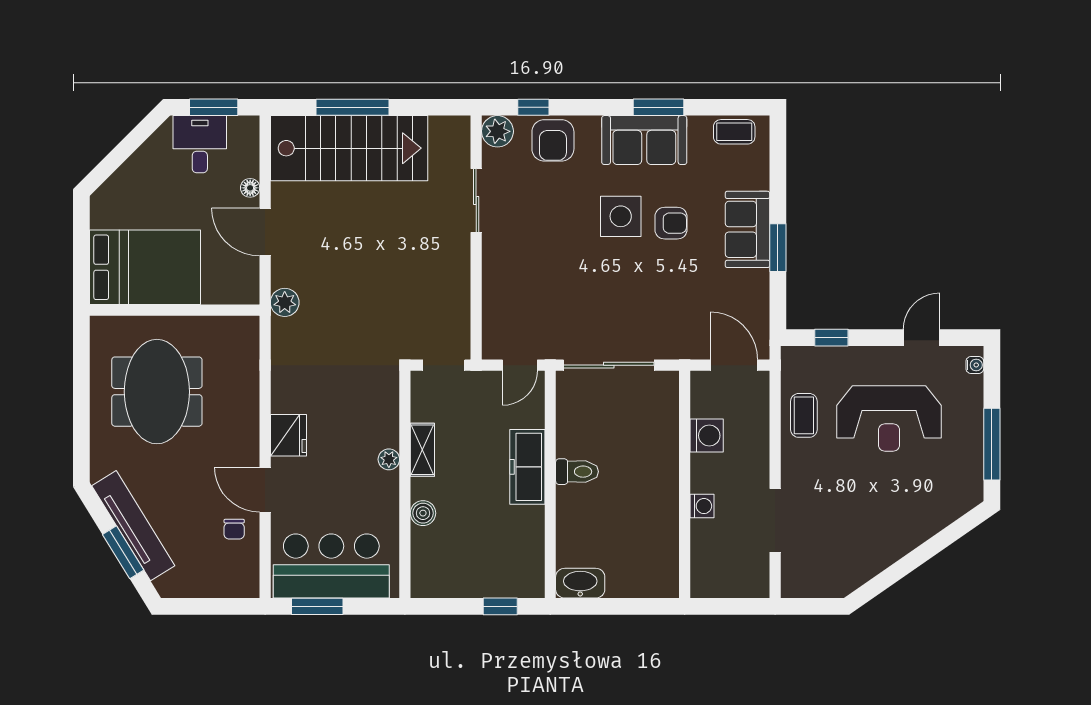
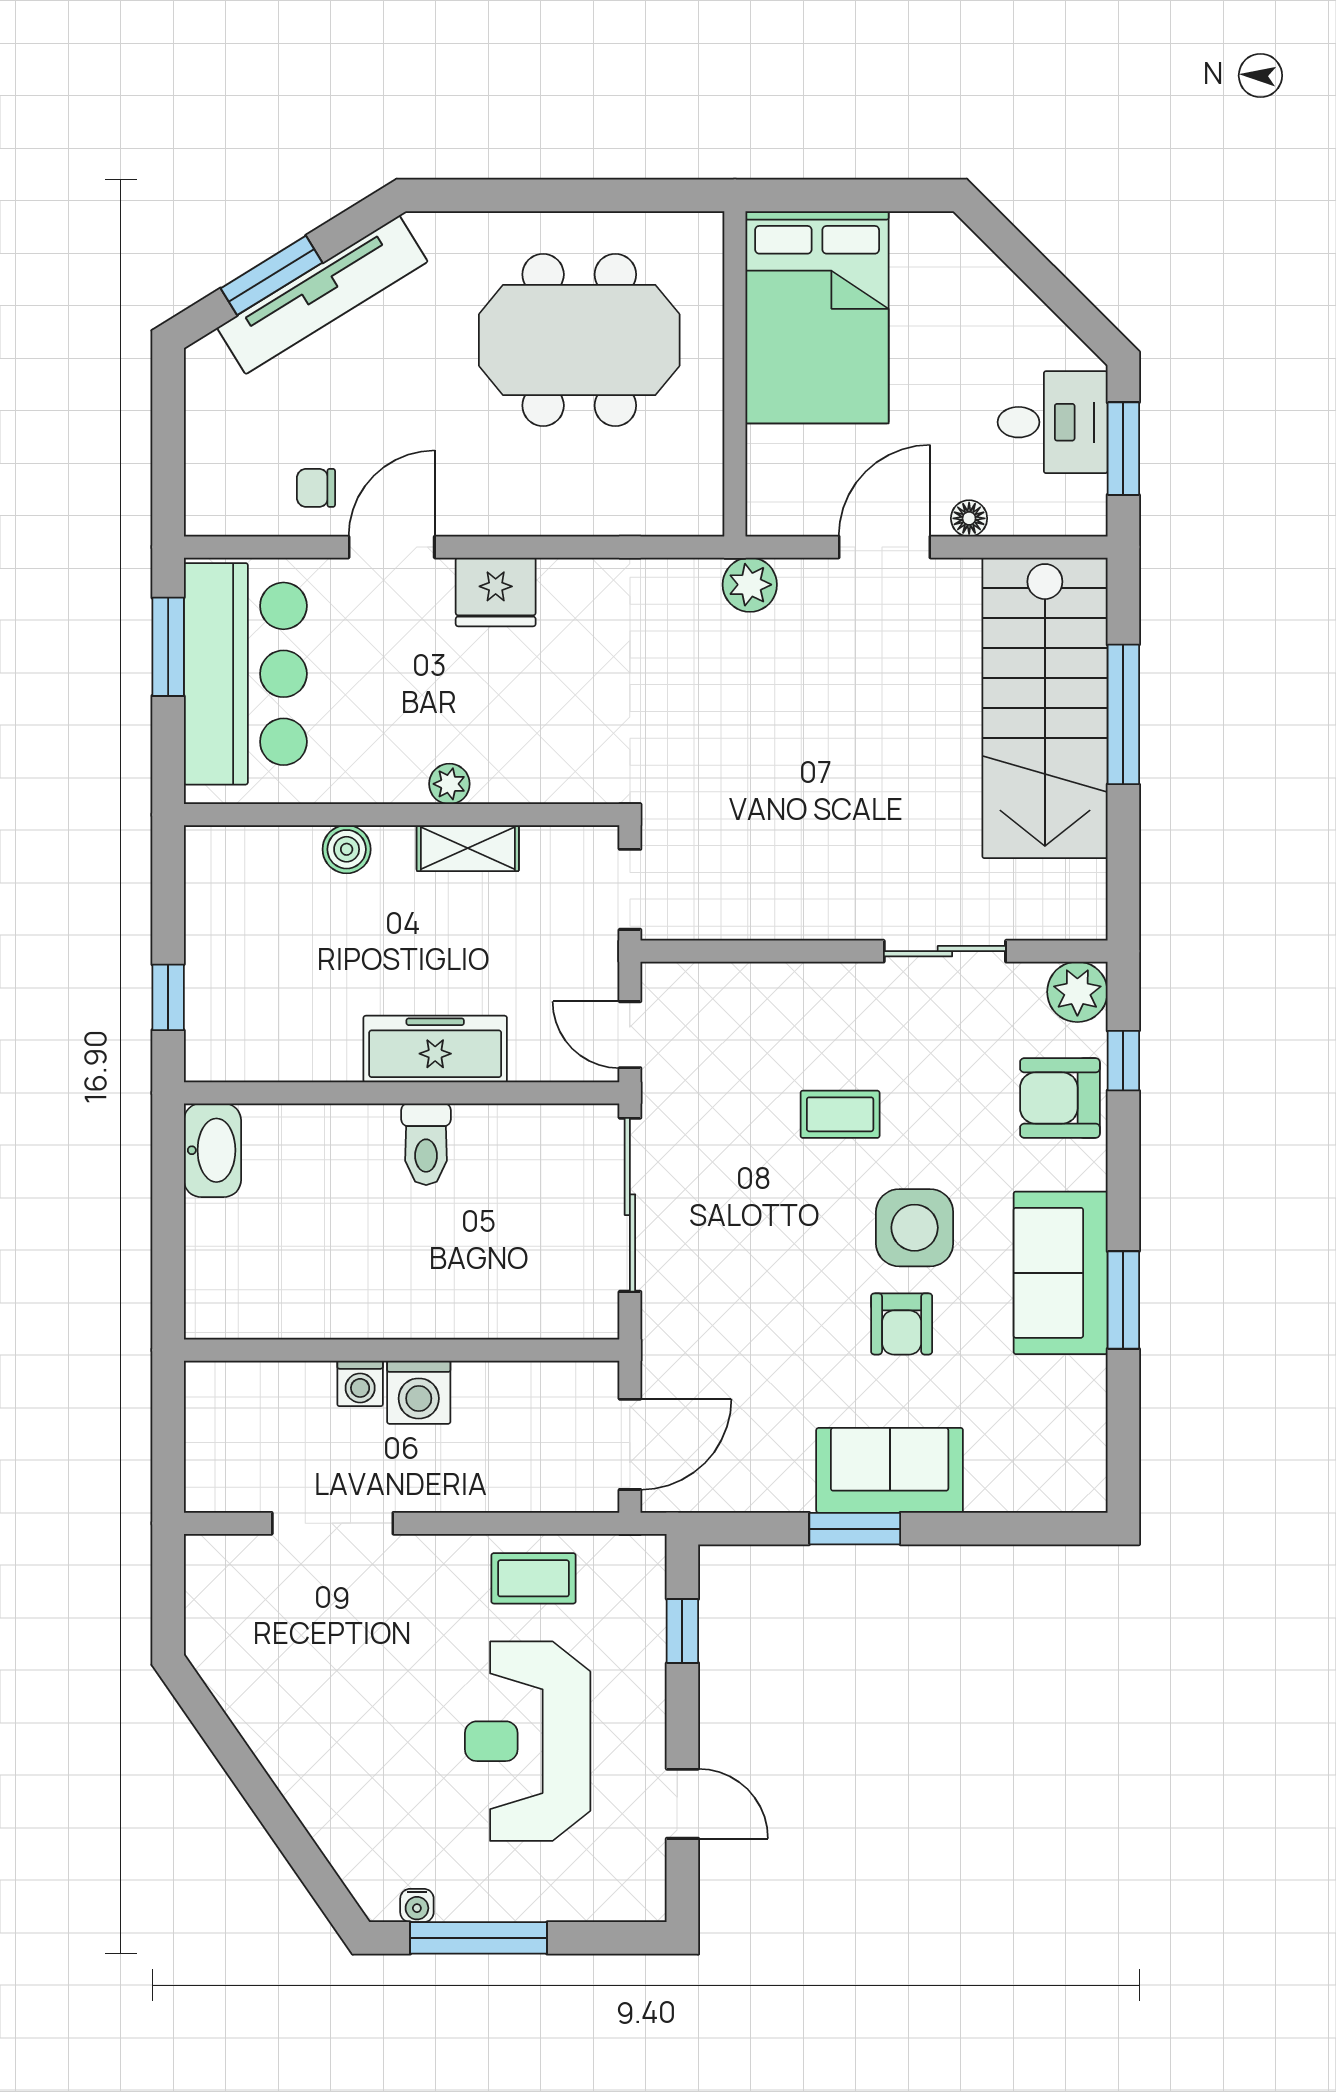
coffee table: (734, 132) -> (840, 1114), moved, turned 90
water cooler: (975, 365) -> (417, 1905), moved
washing machine: (707, 436) -> (419, 1392), moved

